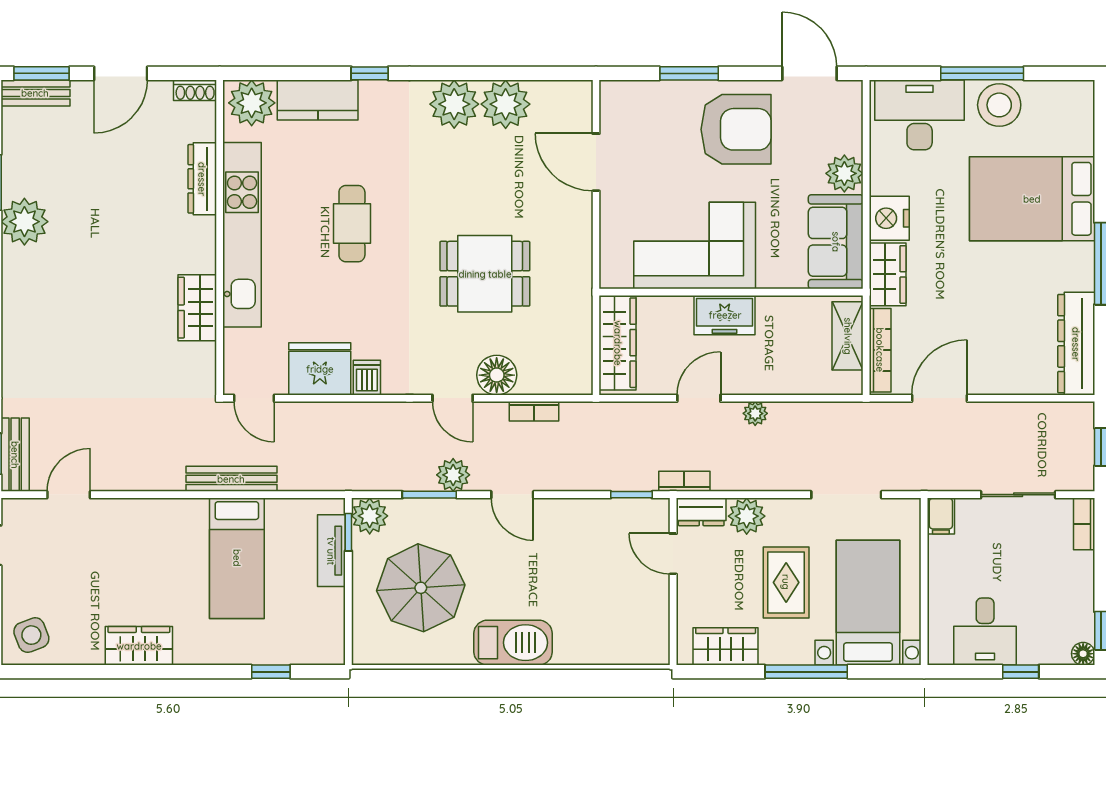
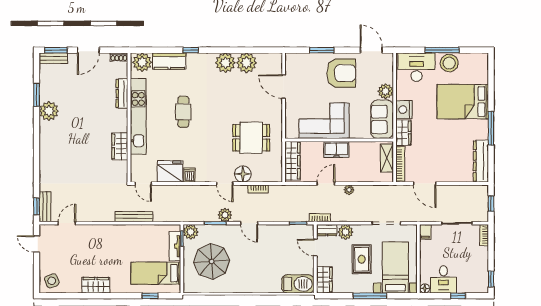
dining table: (485, 274) -> (251, 138), moved
door: (939, 398) -> (425, 184), swing flipped
bed: (237, 558) -> (156, 273), moved, turned 90
barbecue: (513, 643) -> (298, 284), moved
wardrobe: (726, 646) -> (324, 280), moved, turned 90
floor lamp: (1083, 654) -> (425, 288), moved

